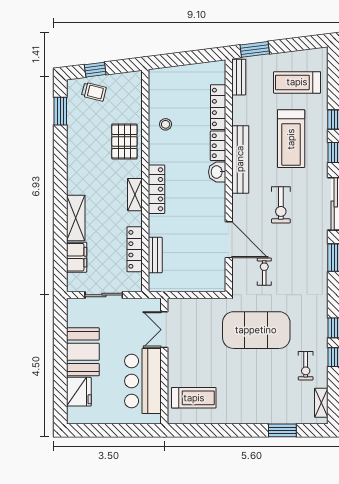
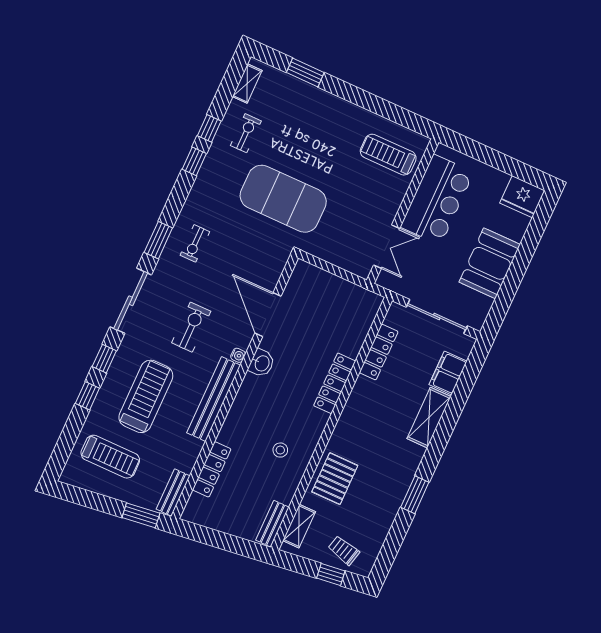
window: (60, 111) -> (415, 495), moved
stool: (166, 124) -> (280, 450), moved
locker: (218, 146) -> (232, 426), removed
washbasin: (217, 172) -> (262, 363), moved
locker: (156, 189) -> (335, 383), moved
shelving: (135, 195) -> (299, 526), moved
water cooler: (237, 200) -> (238, 355), added
bench: (155, 255) -> (272, 524), moved
exercise bike: (264, 272) -> (195, 243), moved
sliding door: (104, 295) -> (437, 317), width x1.37
fridge: (79, 392) -> (522, 197), moved, turned -90

